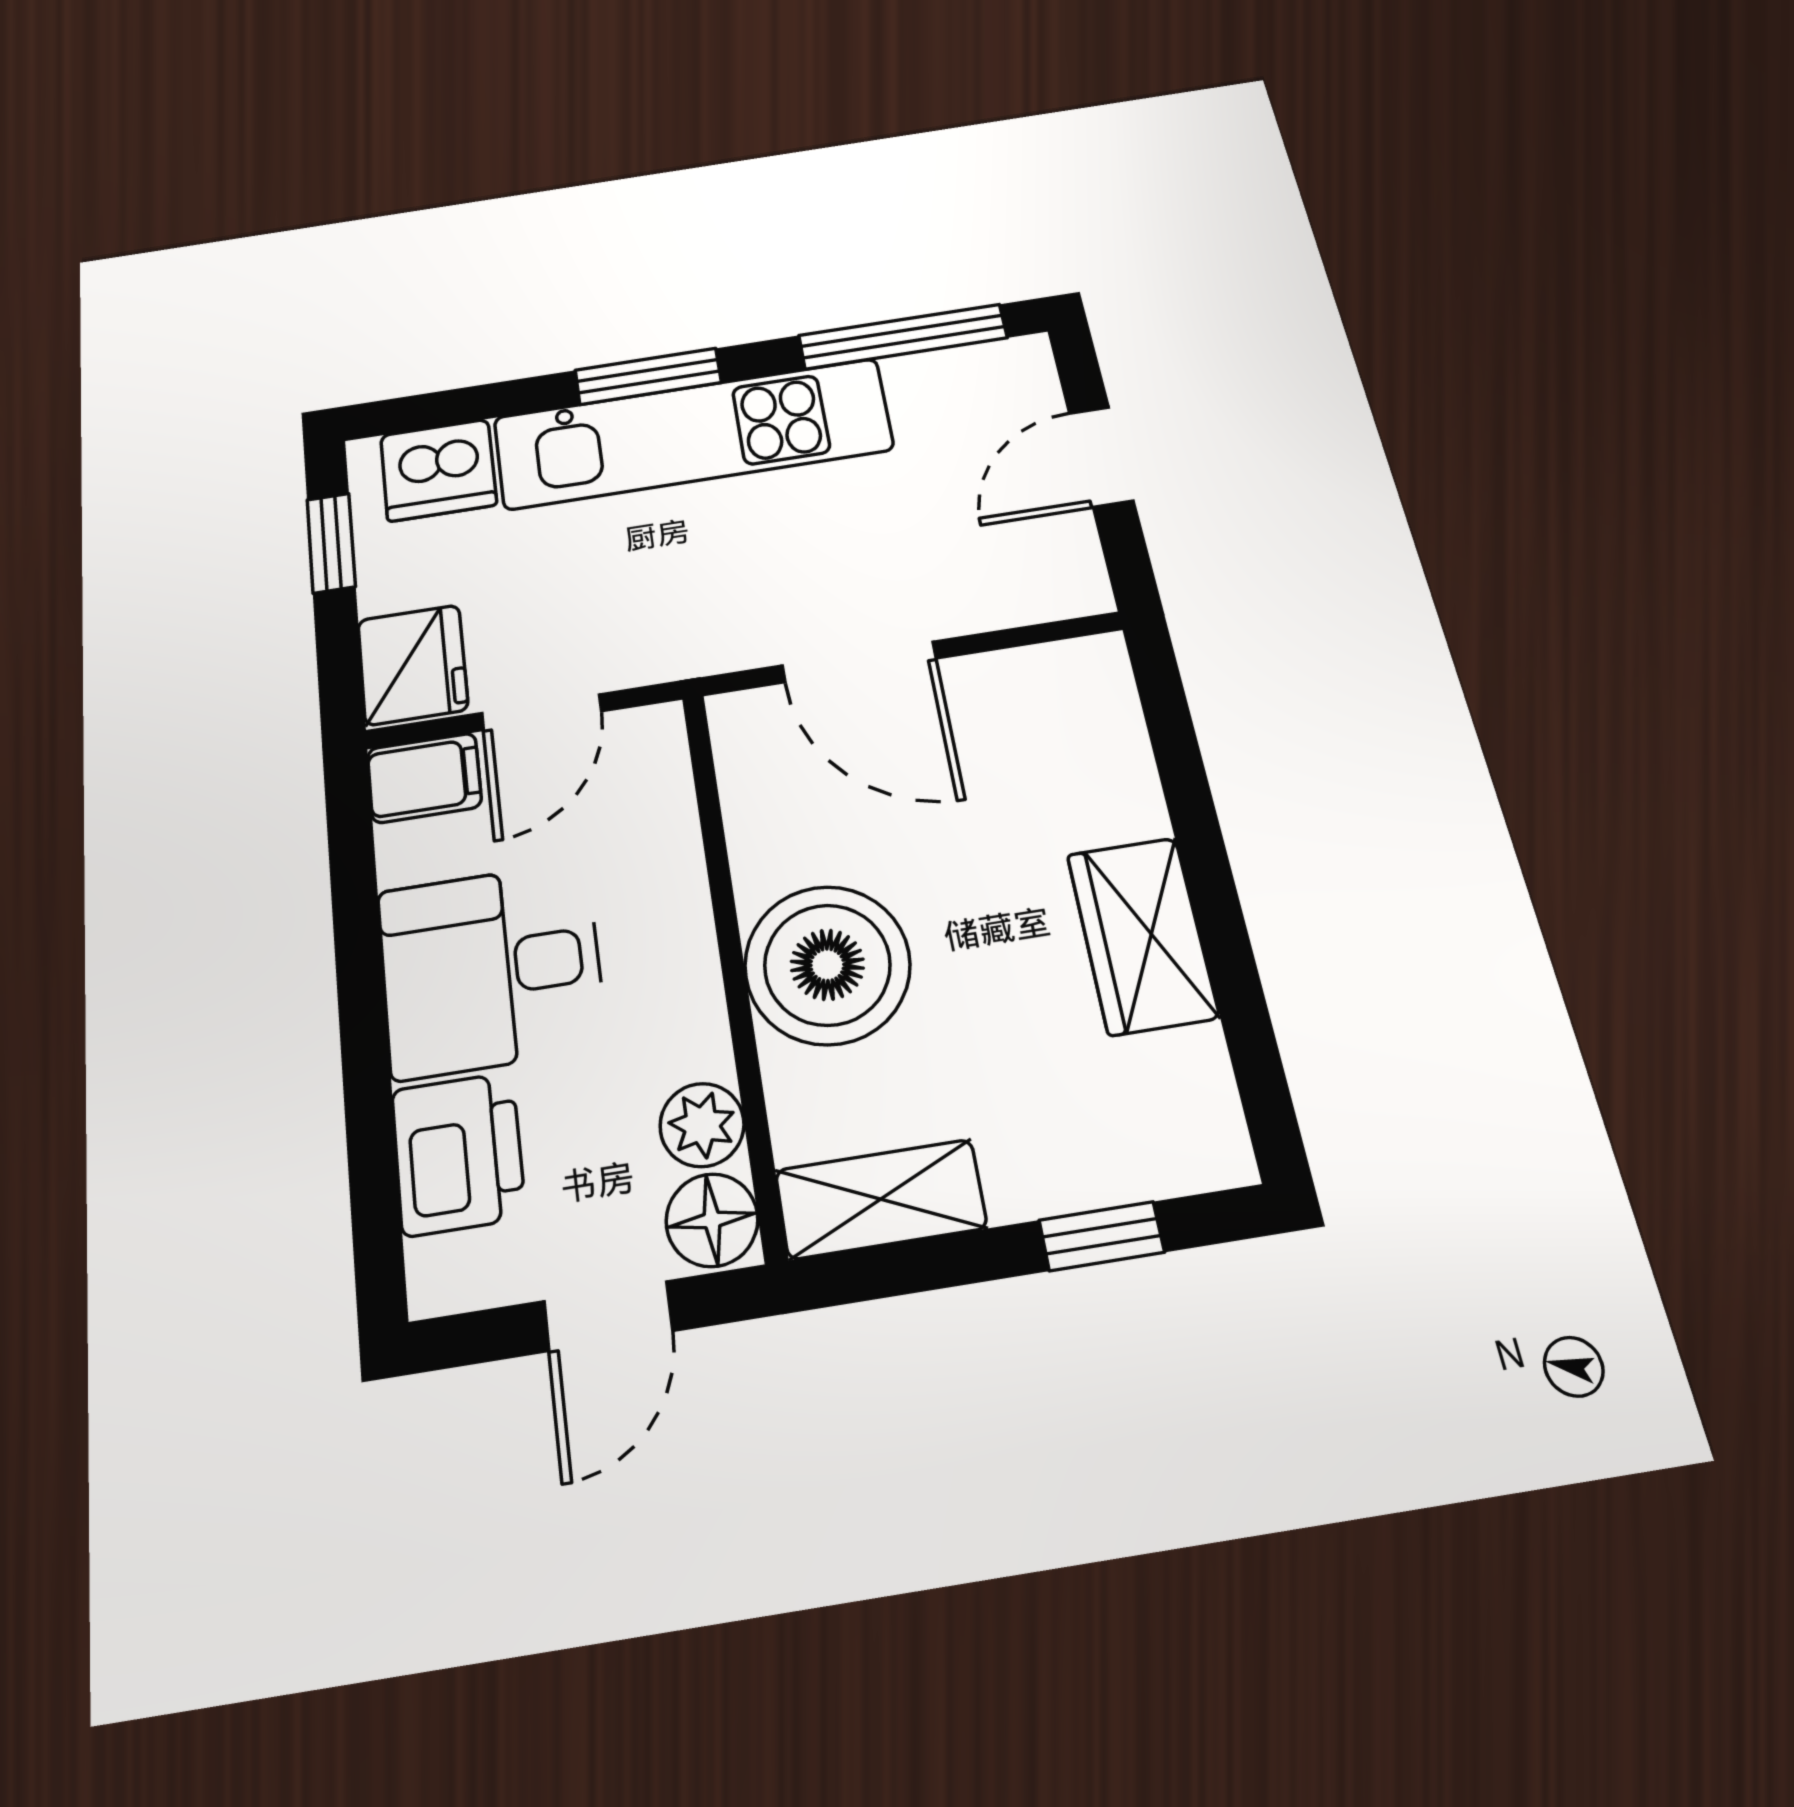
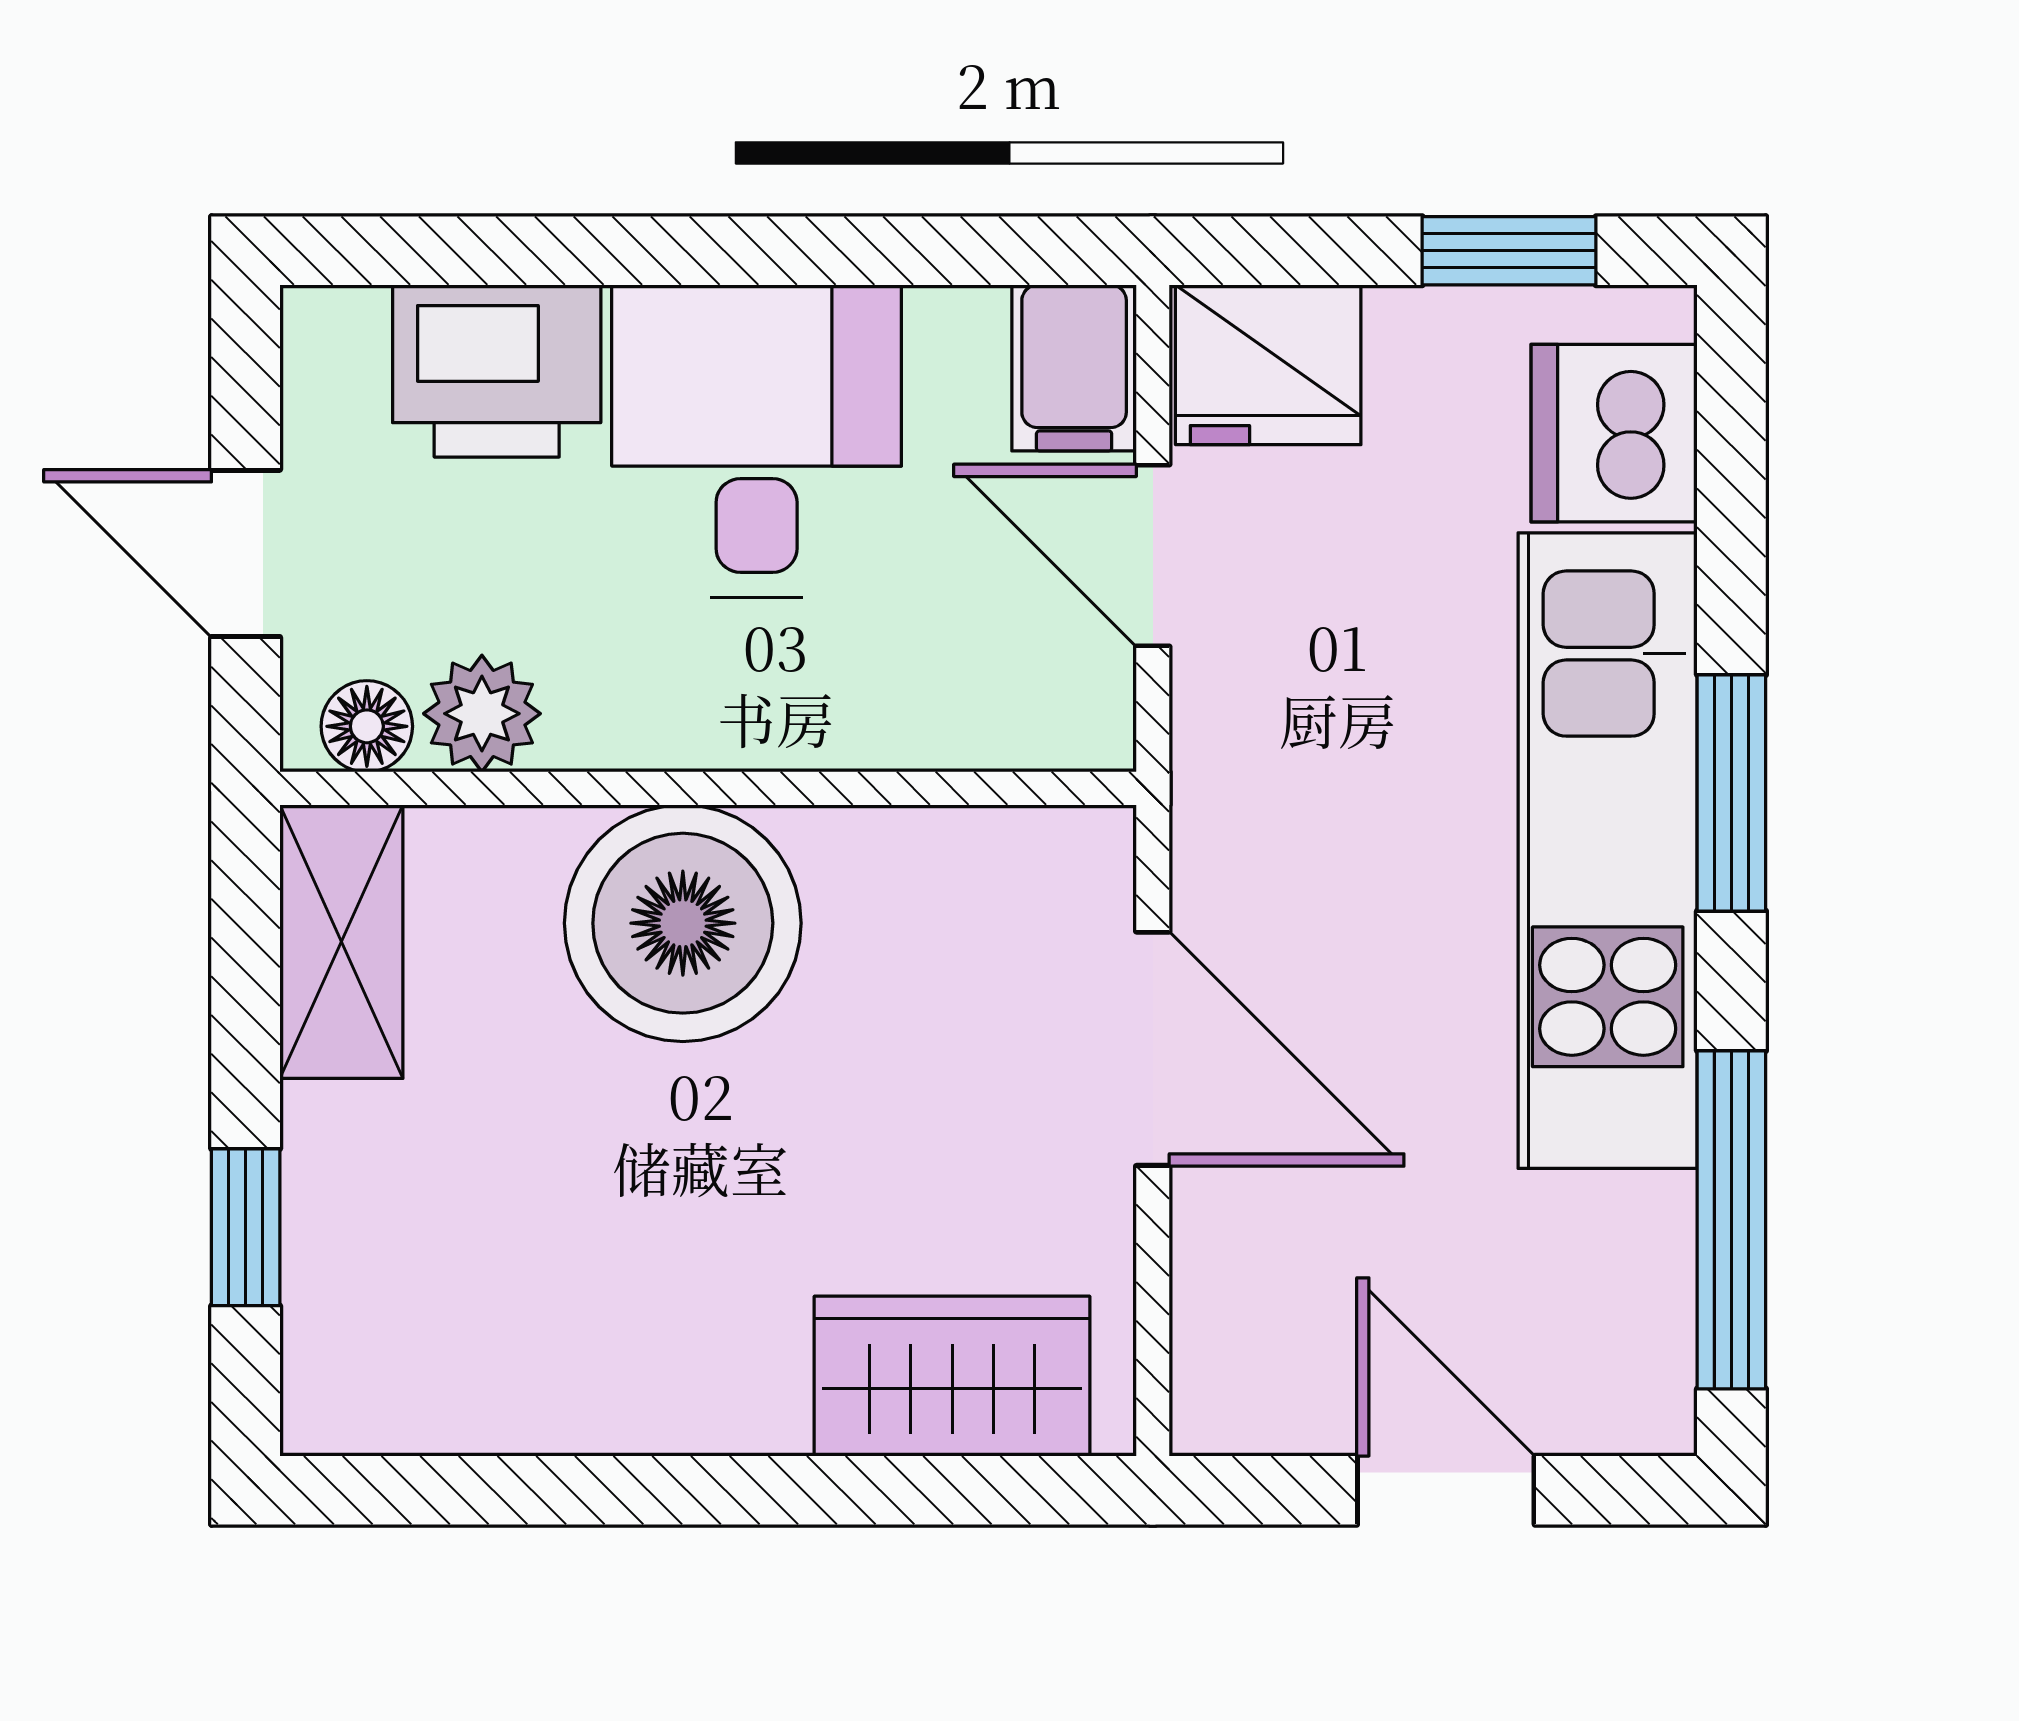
door: (859, 662) -> (1153, 1049), swing flipped
wardrobe: (1142, 935) -> (952, 1376), moved
floor lamp: (712, 1220) -> (367, 726), width x0.73, depth x0.73

